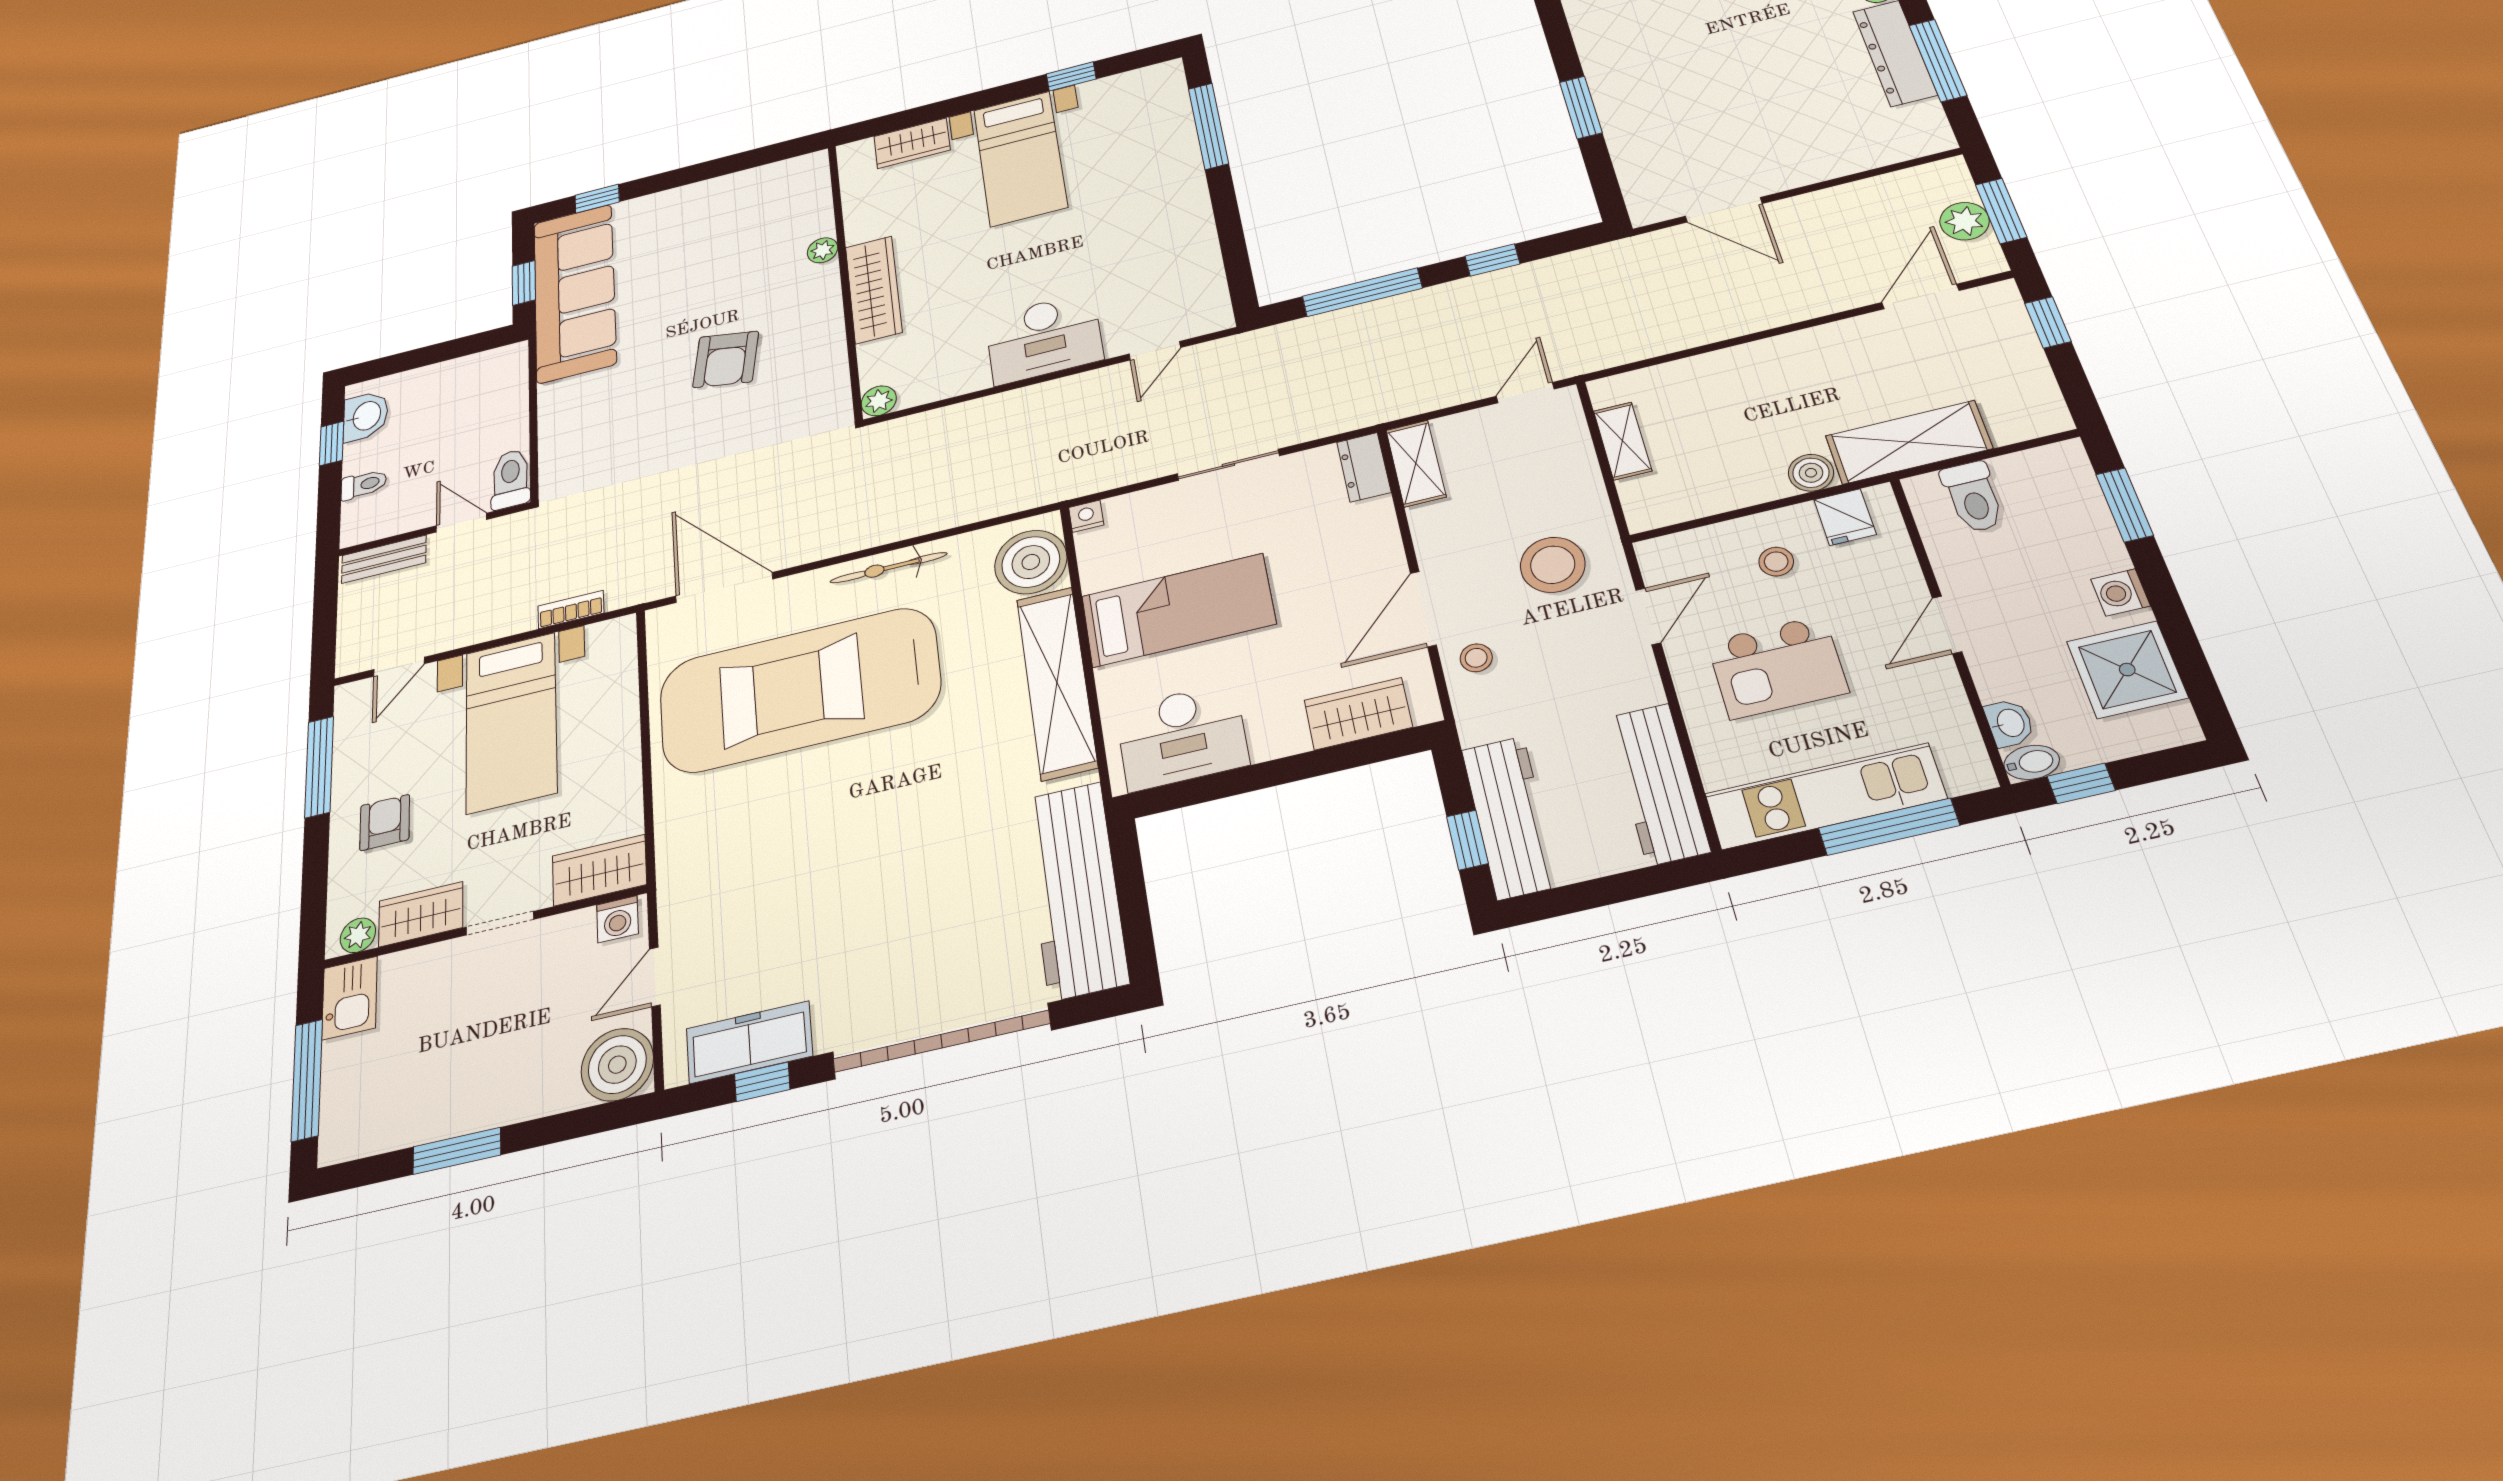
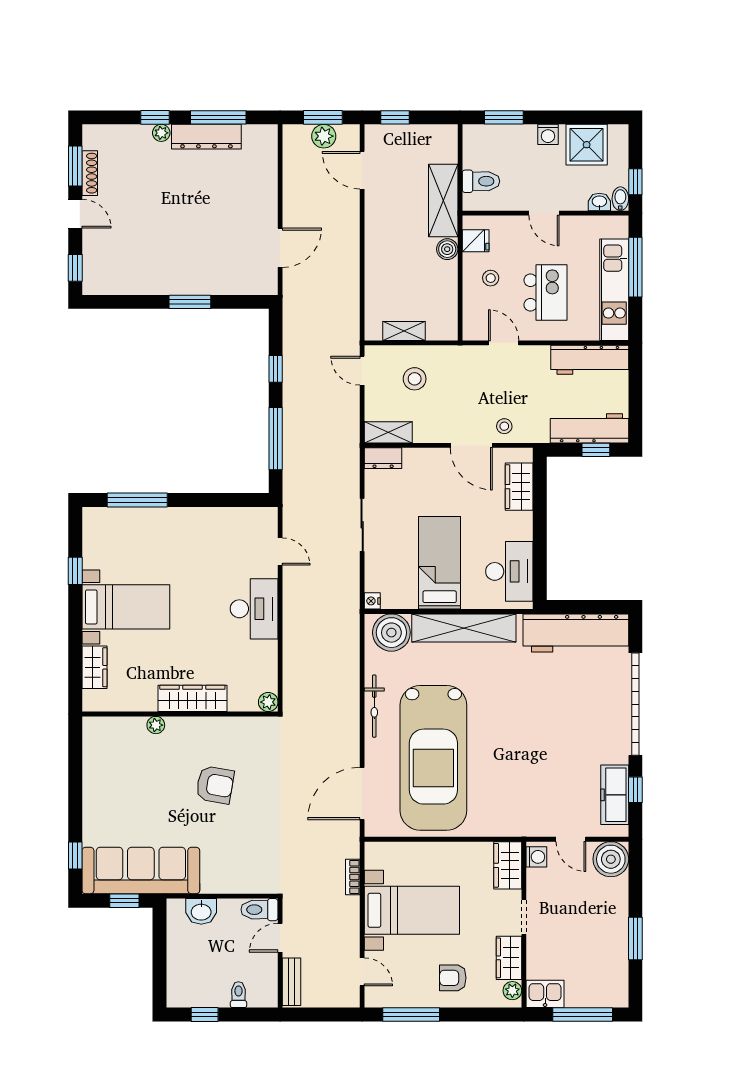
washbasin: (366, 416) -> (201, 911), moved, turned 180
stool: (1553, 565) -> (415, 379), moved, width x0.73, depth x0.73

